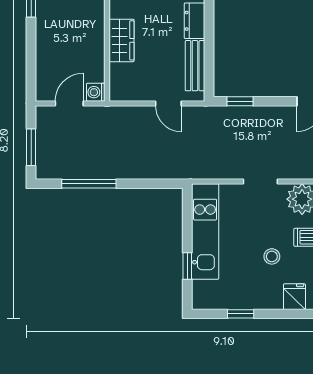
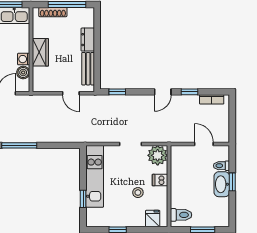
boiler: (95, 71) -> (23, 72), added
washing machine: (96, 92) -> (24, 59), moved

